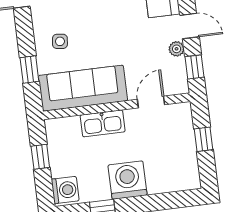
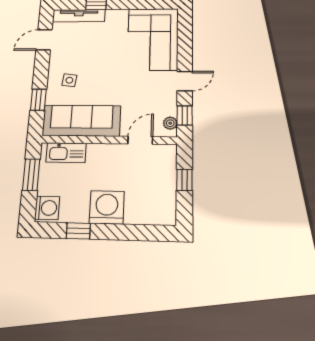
door: (189, 26) -> (185, 81), hinge flipped
plant: (177, 49) -> (170, 123), moved
kitchen sink: (103, 123) -> (66, 153), moved
window: (40, 157) -> (31, 175), width x1.50

